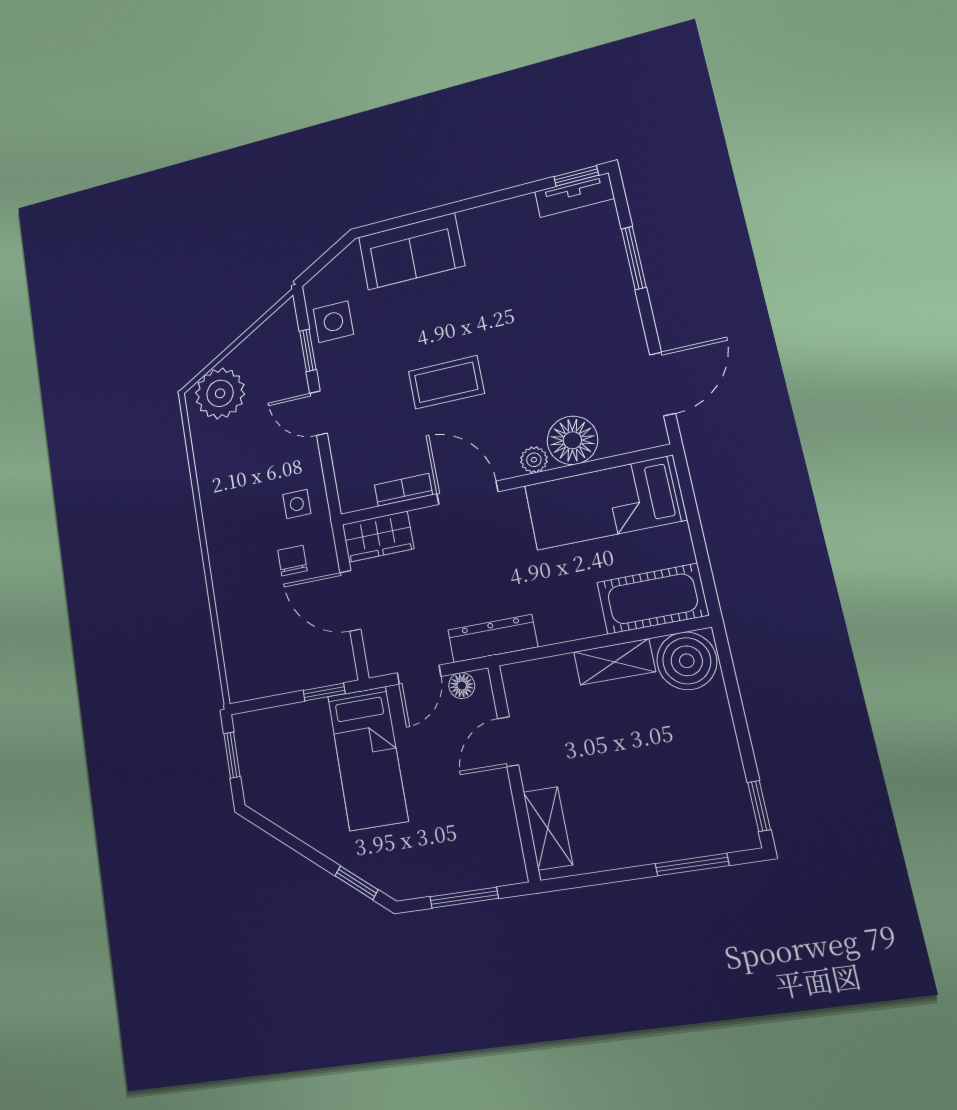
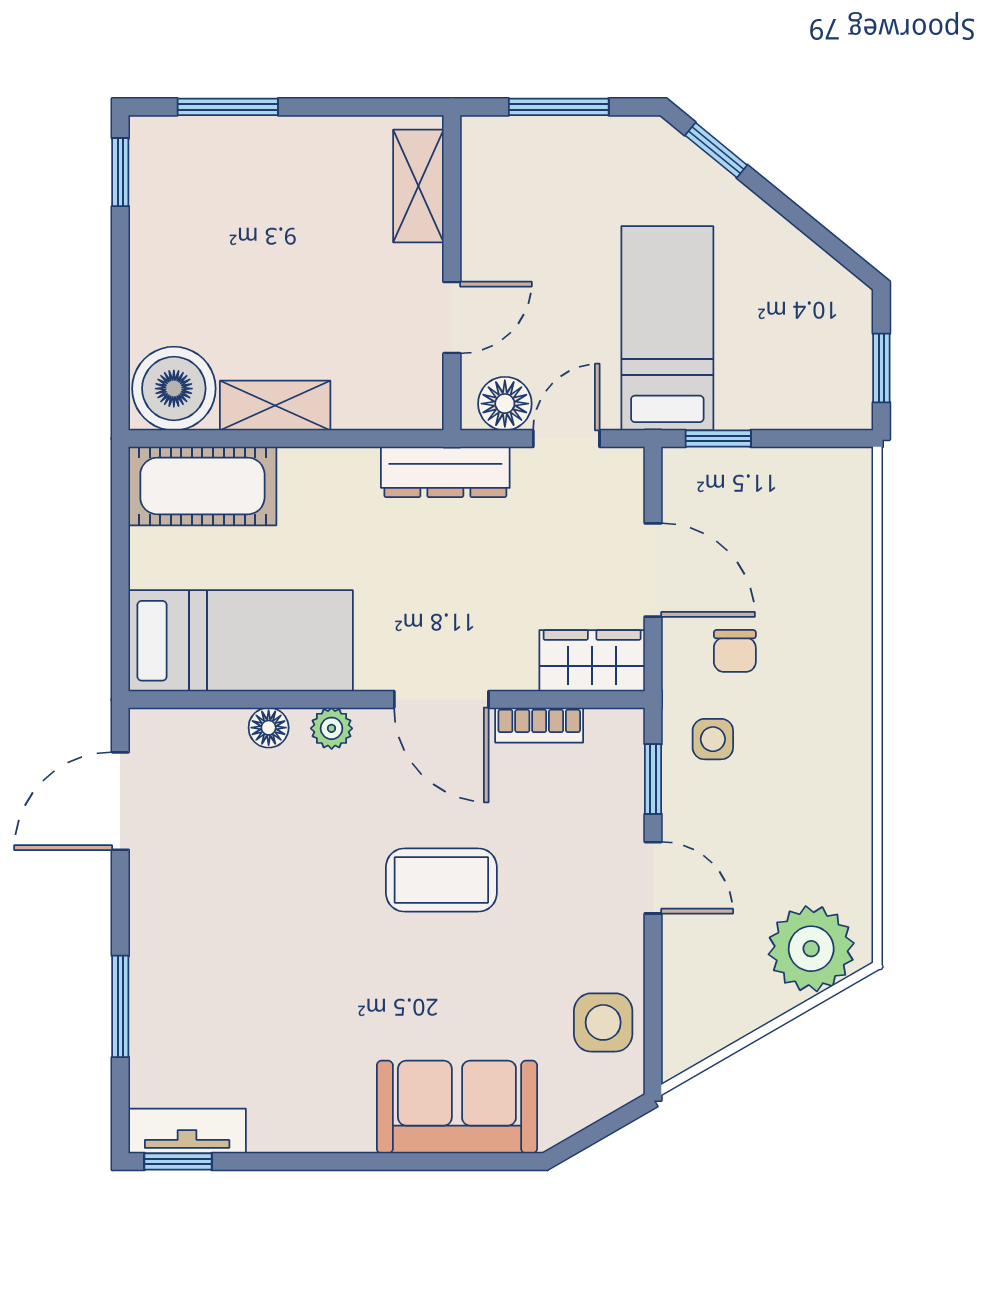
window: (308, 350) -> (653, 779), moved
floor lamp: (572, 440) -> (269, 728), width x0.53, depth x0.53
floor lamp: (462, 686) -> (505, 404), width x1.37, depth x1.37

